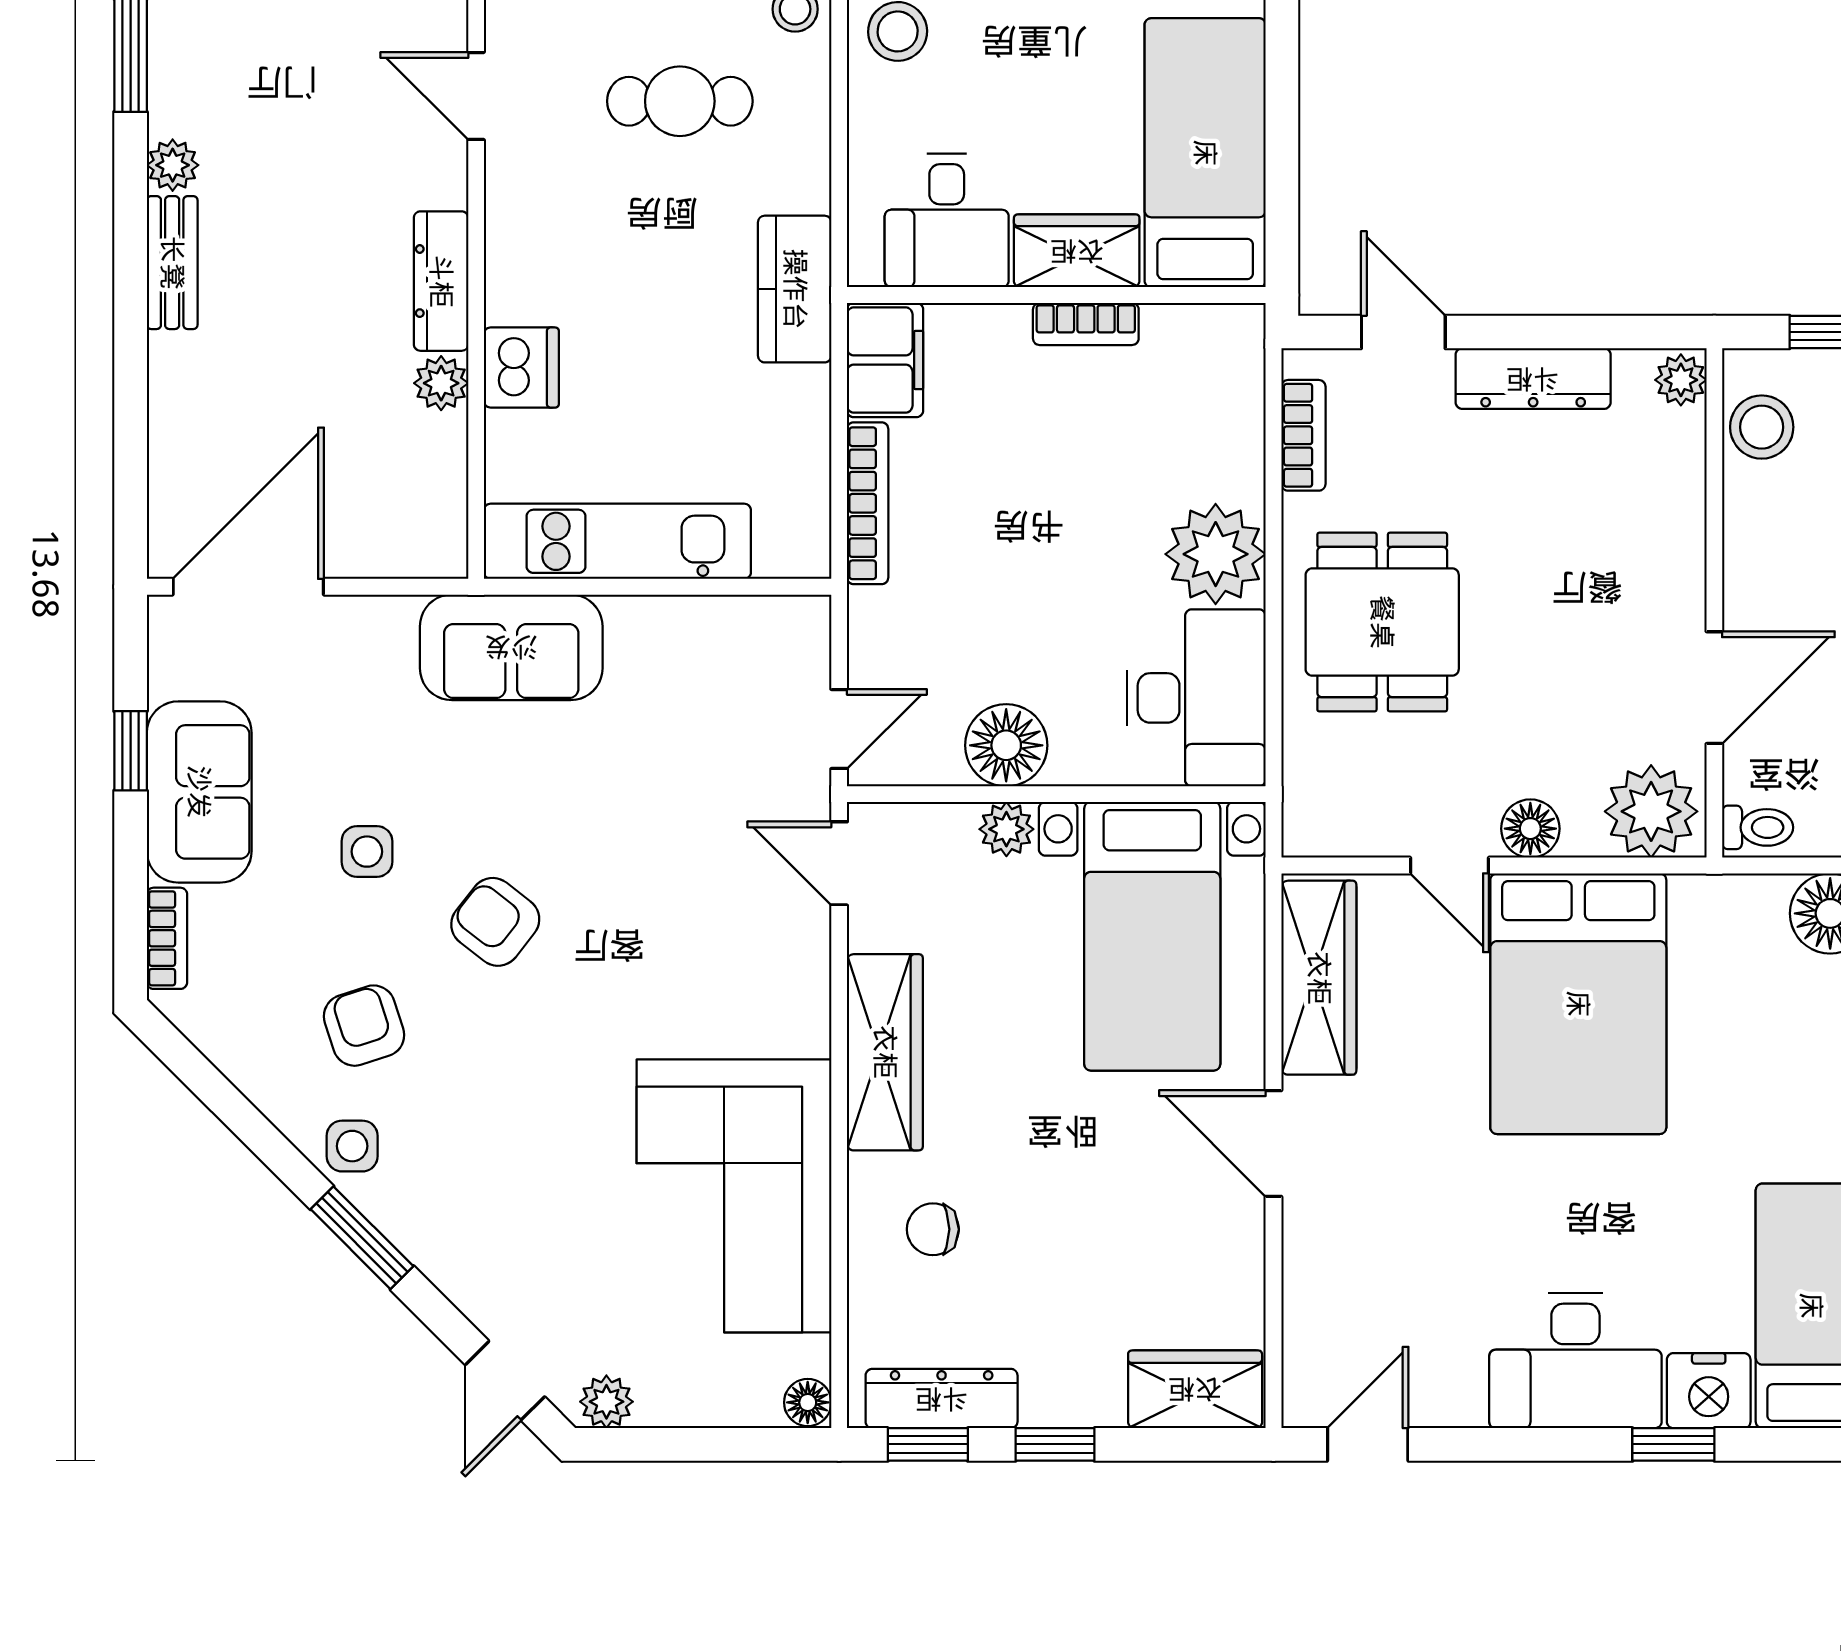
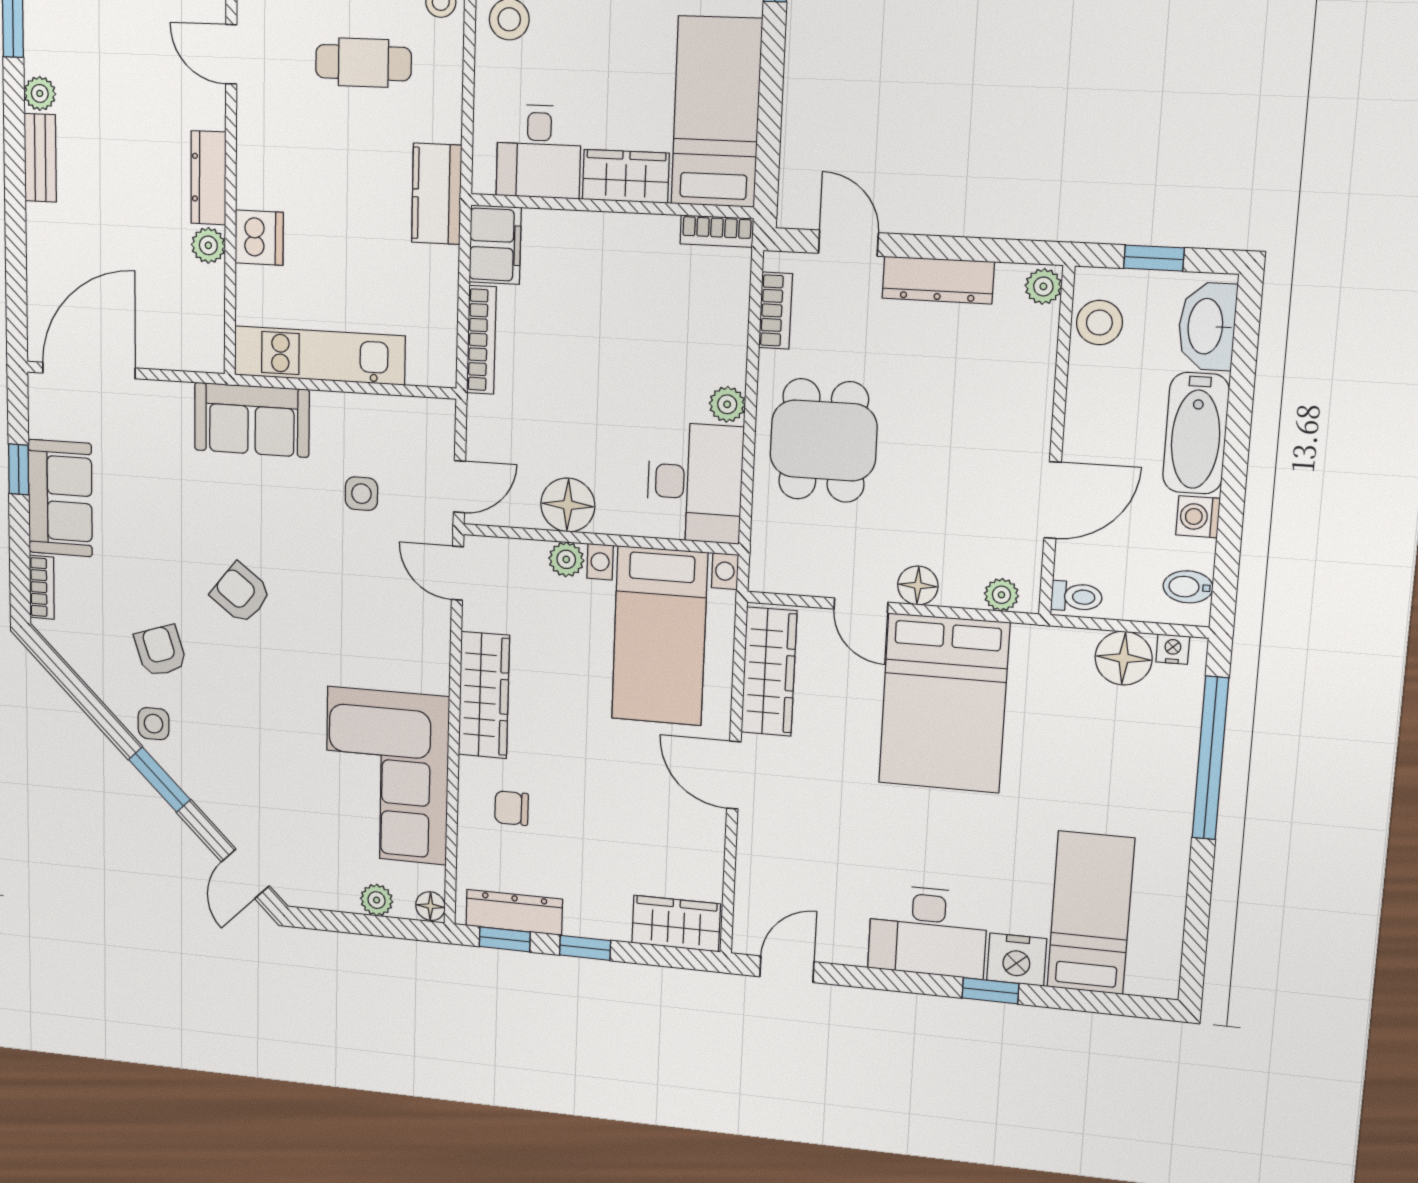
bookcase: (1086, 324) -> (717, 231), moved
plant: (1216, 554) -> (727, 404), width x0.53, depth x0.53
plant: (1651, 811) -> (1001, 595), width x0.53, depth x0.53
side table: (367, 852) -> (361, 494), moved
plant: (606, 1402) -> (377, 900), moved

